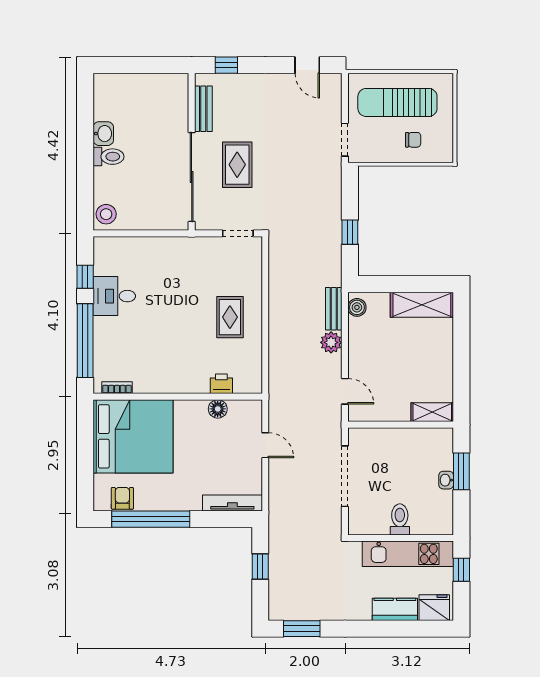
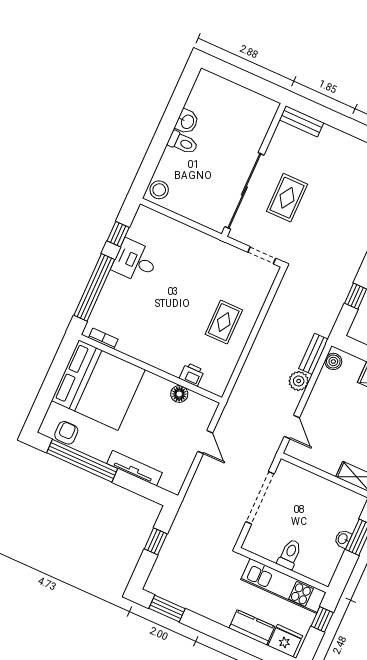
window: (226, 65) -> (315, 111), removed
bench: (203, 109) -> (302, 121), moved, turned 90
tv unit: (232, 503) -> (134, 468), moved

